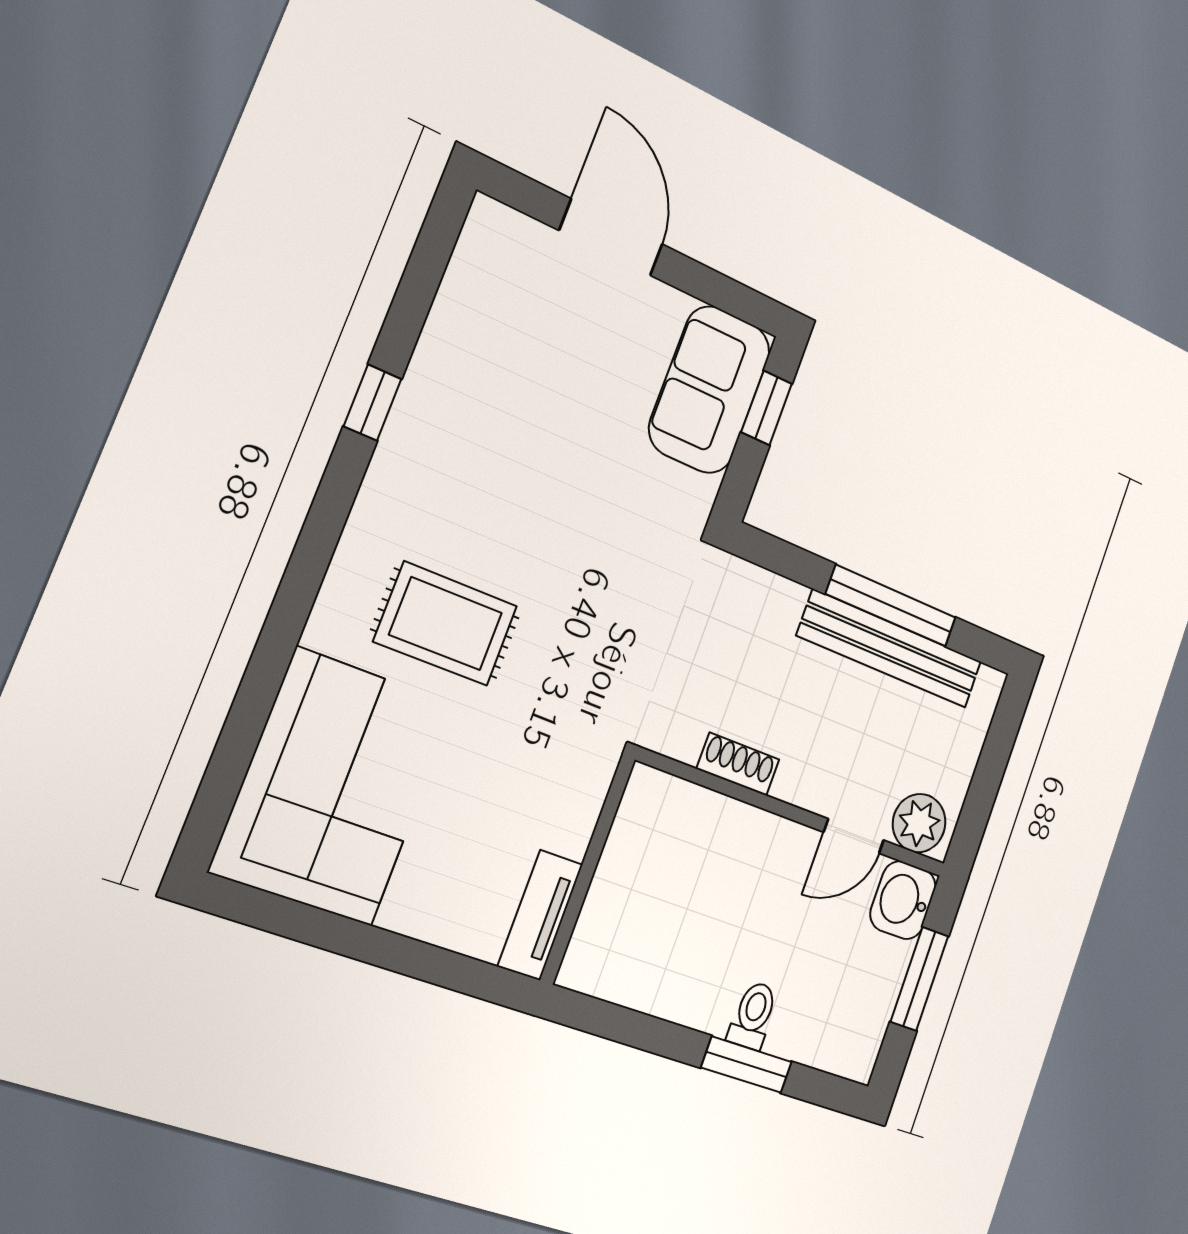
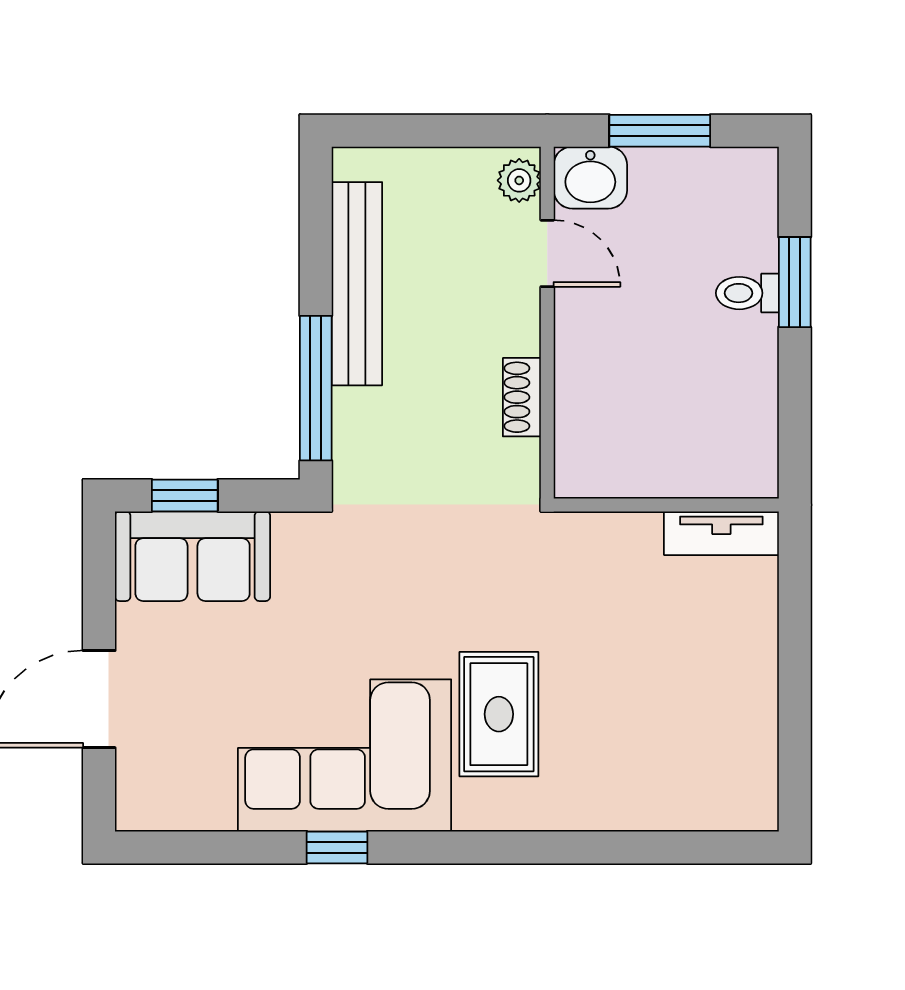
window: (891, 606) -> (316, 388), moved
corner sofa: (334, 787) -> (345, 755), moved
plant: (919, 823) -> (519, 180), width x0.73, depth x0.73

